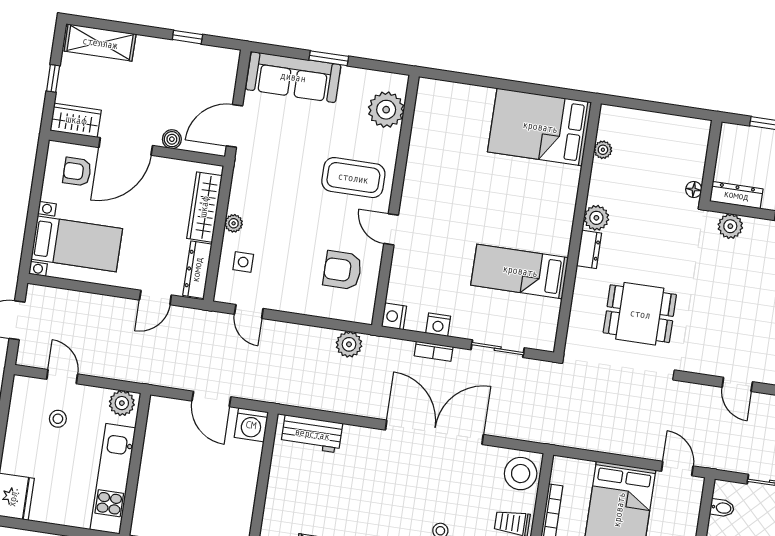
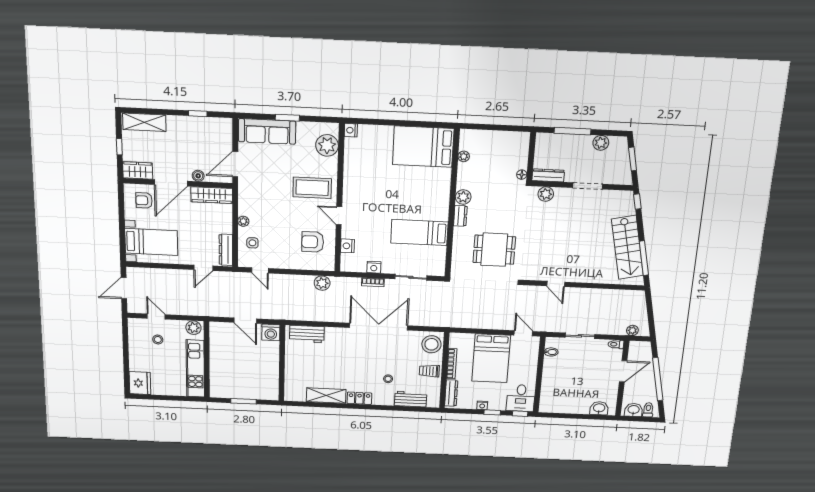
nightstand: (427, 89) -> (351, 130), added
wardrobe: (204, 207) -> (212, 195), moved, turned -90
nightstand: (394, 316) -> (347, 246), moved

